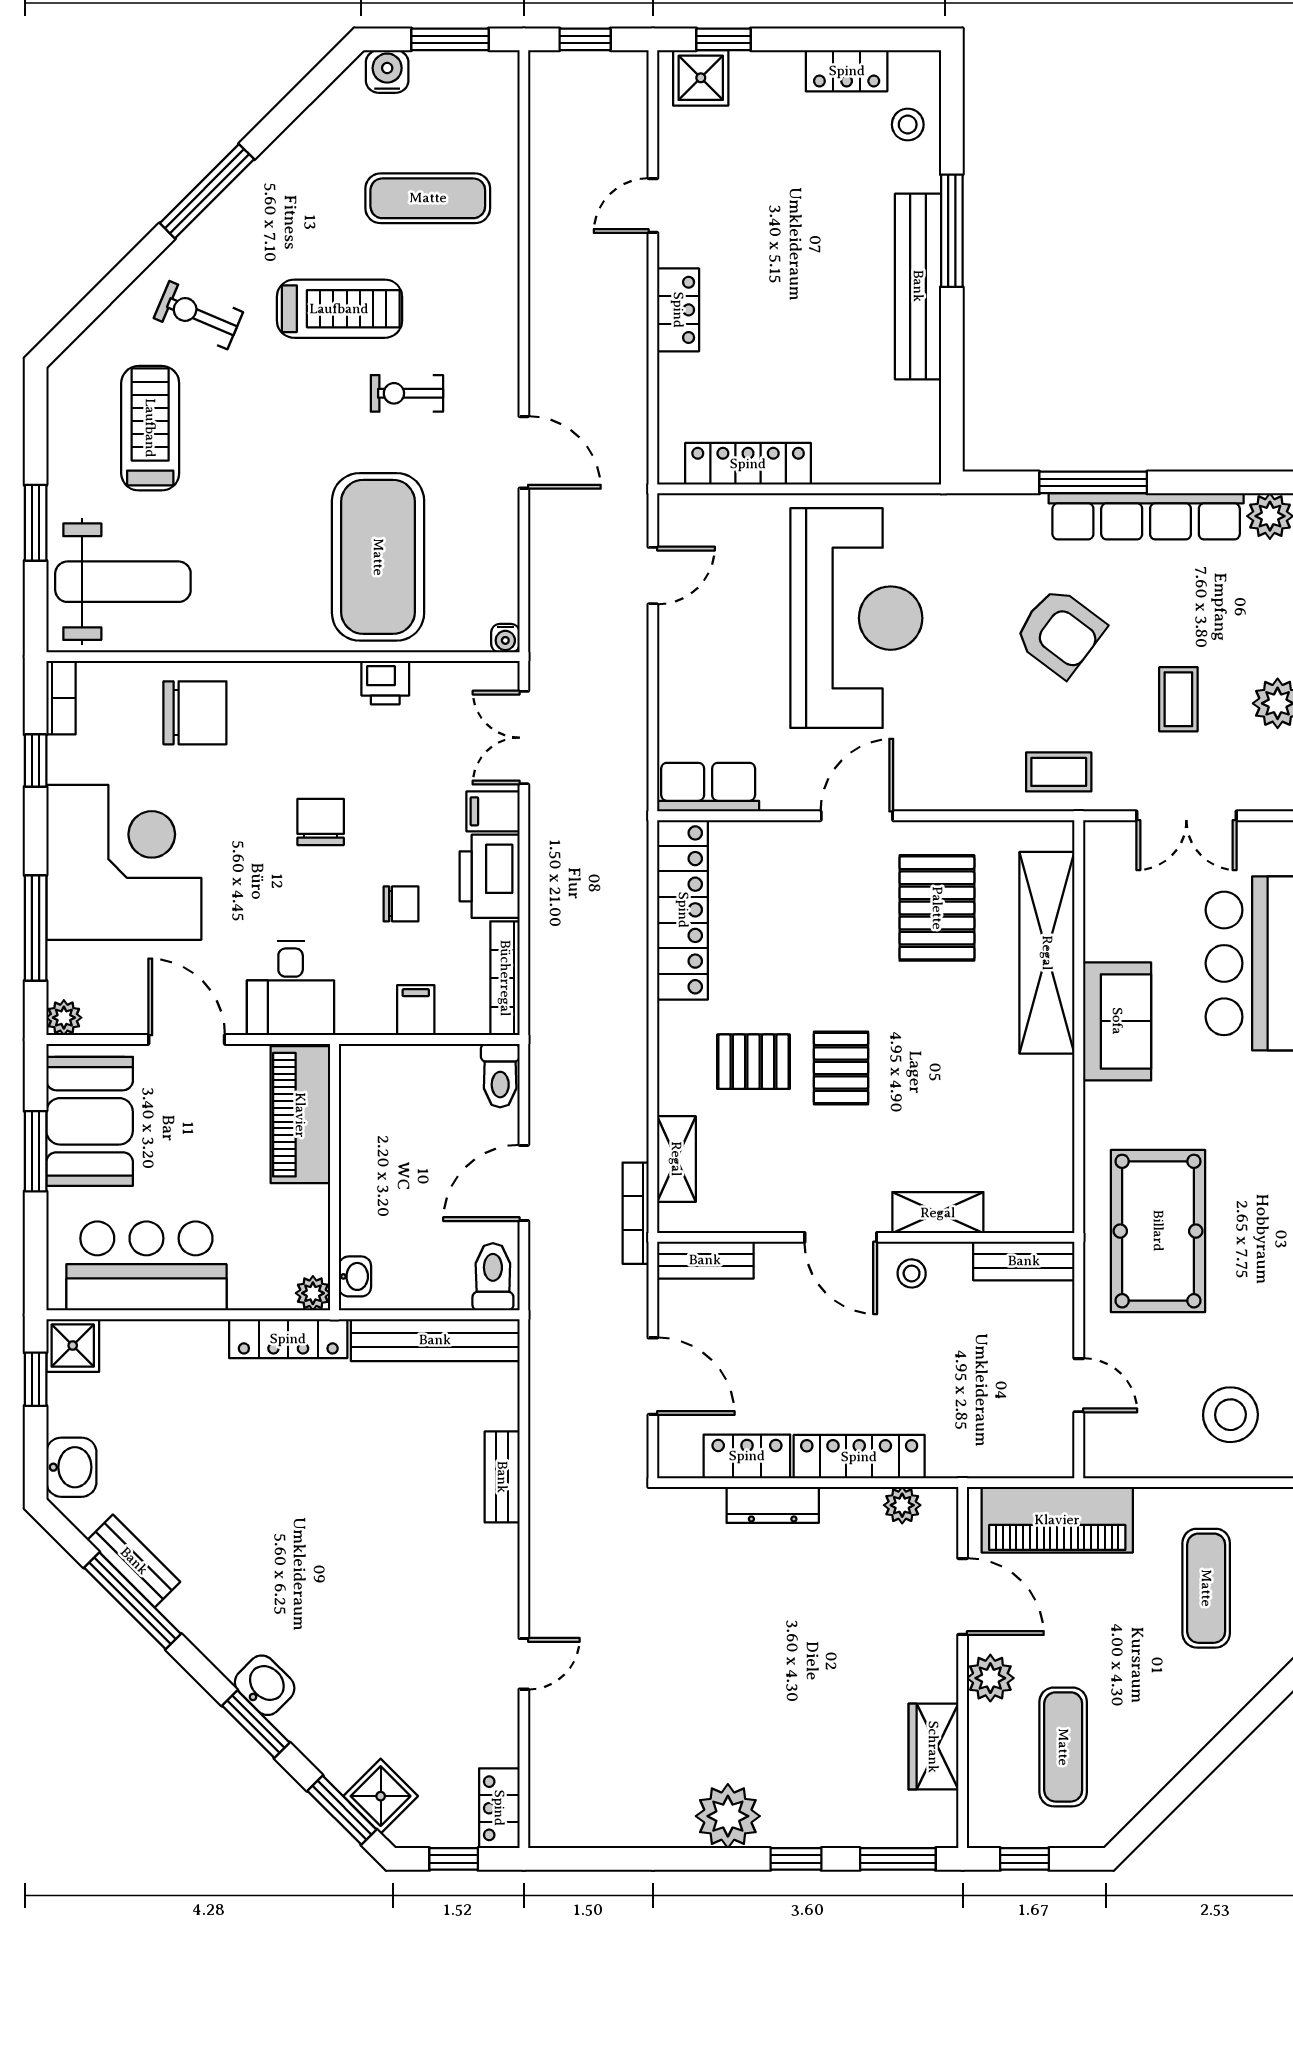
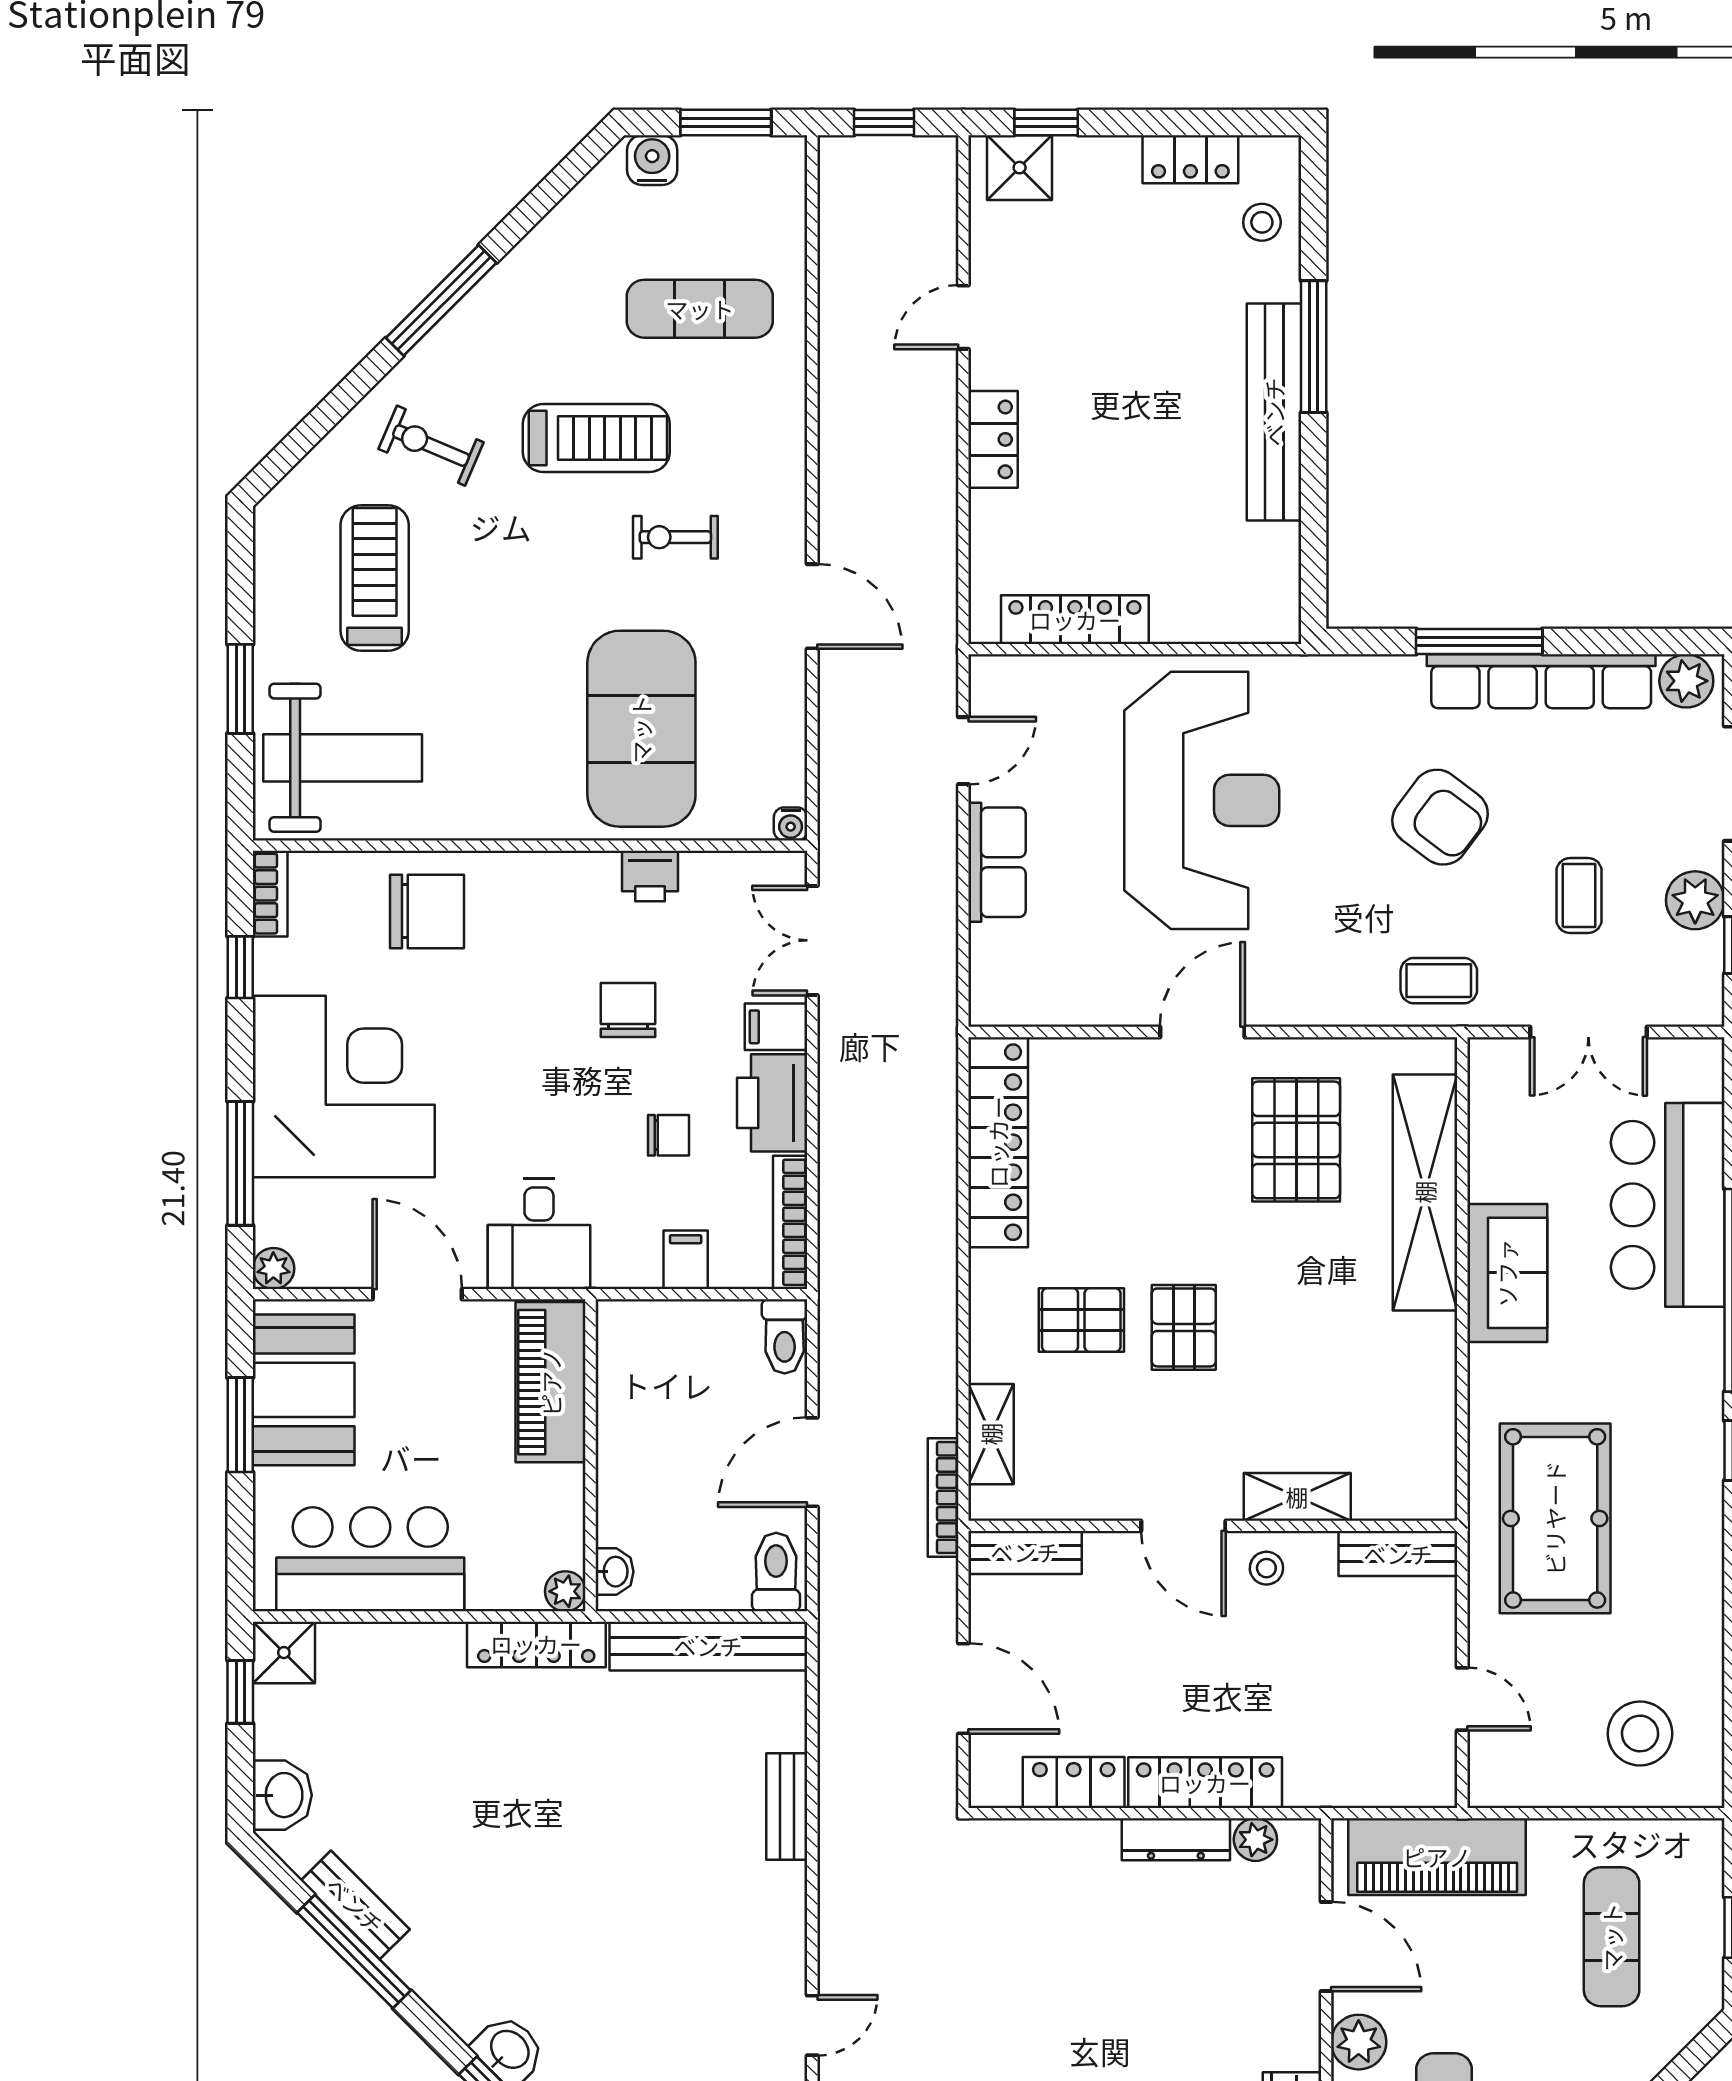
row of seats: (708, 787) -> (997, 862), moved, turned 90
chair: (321, 822) -> (628, 1010), moved
dresser: (773, 1505) -> (1176, 1839), moved

